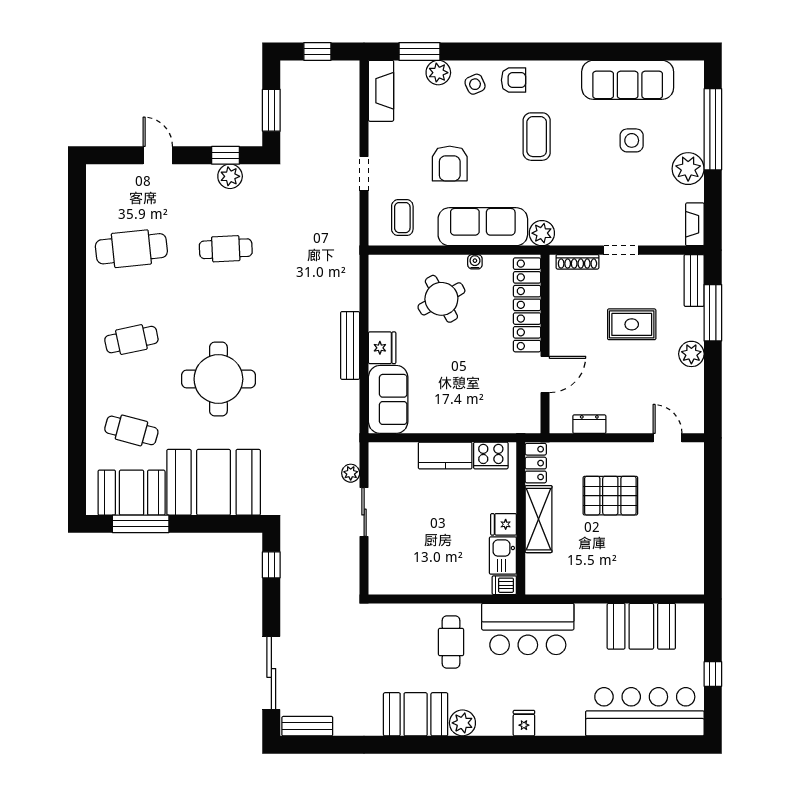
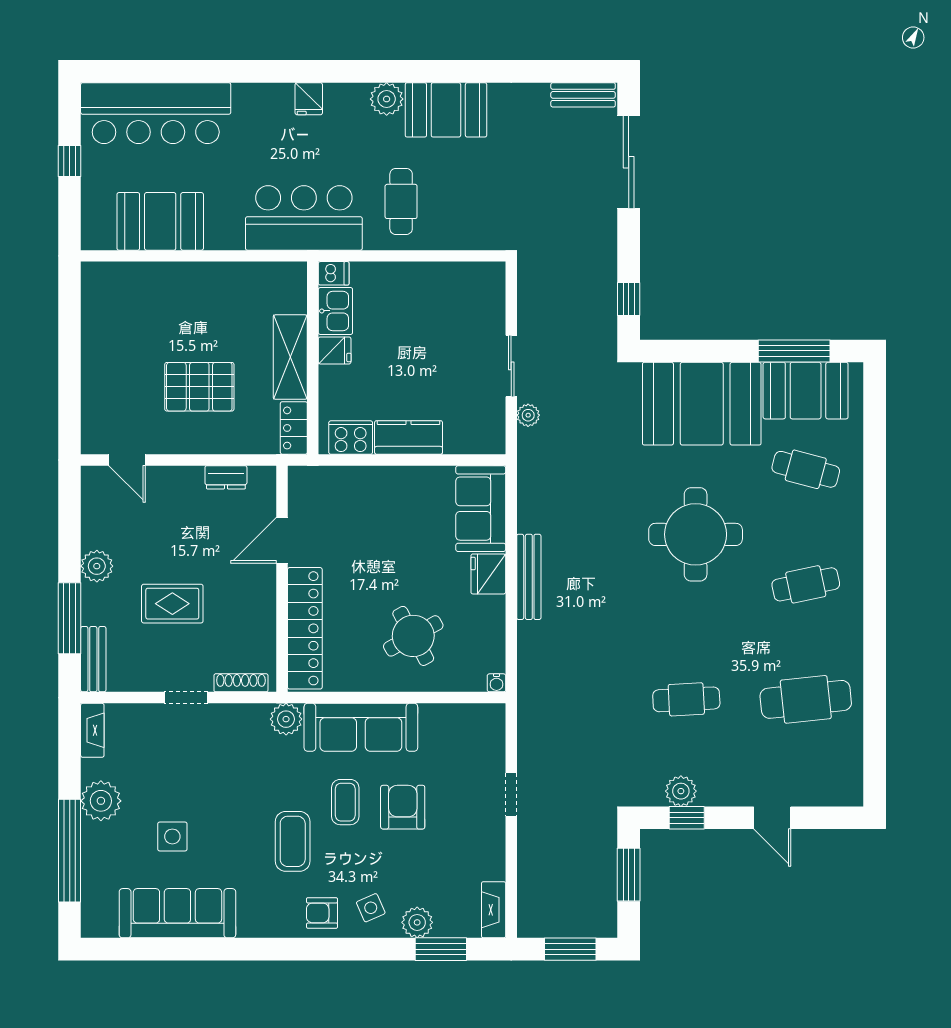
window: (317, 51) -> (570, 949), width x1.50
fireplace: (381, 91) -> (494, 910), width x0.73, depth x0.76
coffee table: (402, 218) -> (345, 802), moved
water cooler: (475, 262) -> (497, 683), moved

